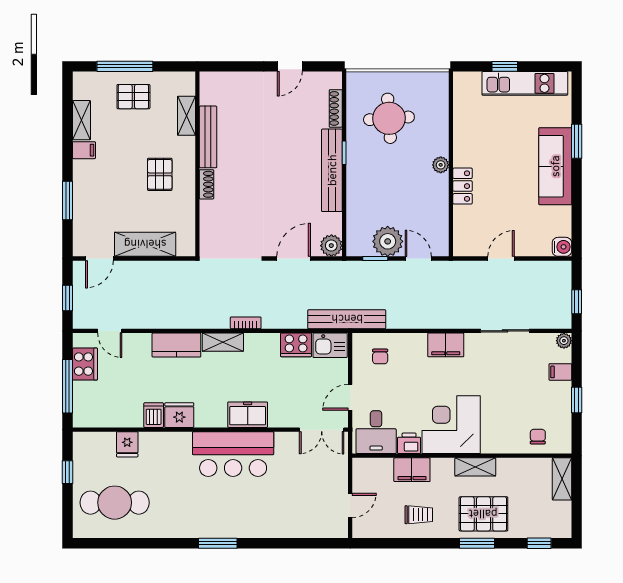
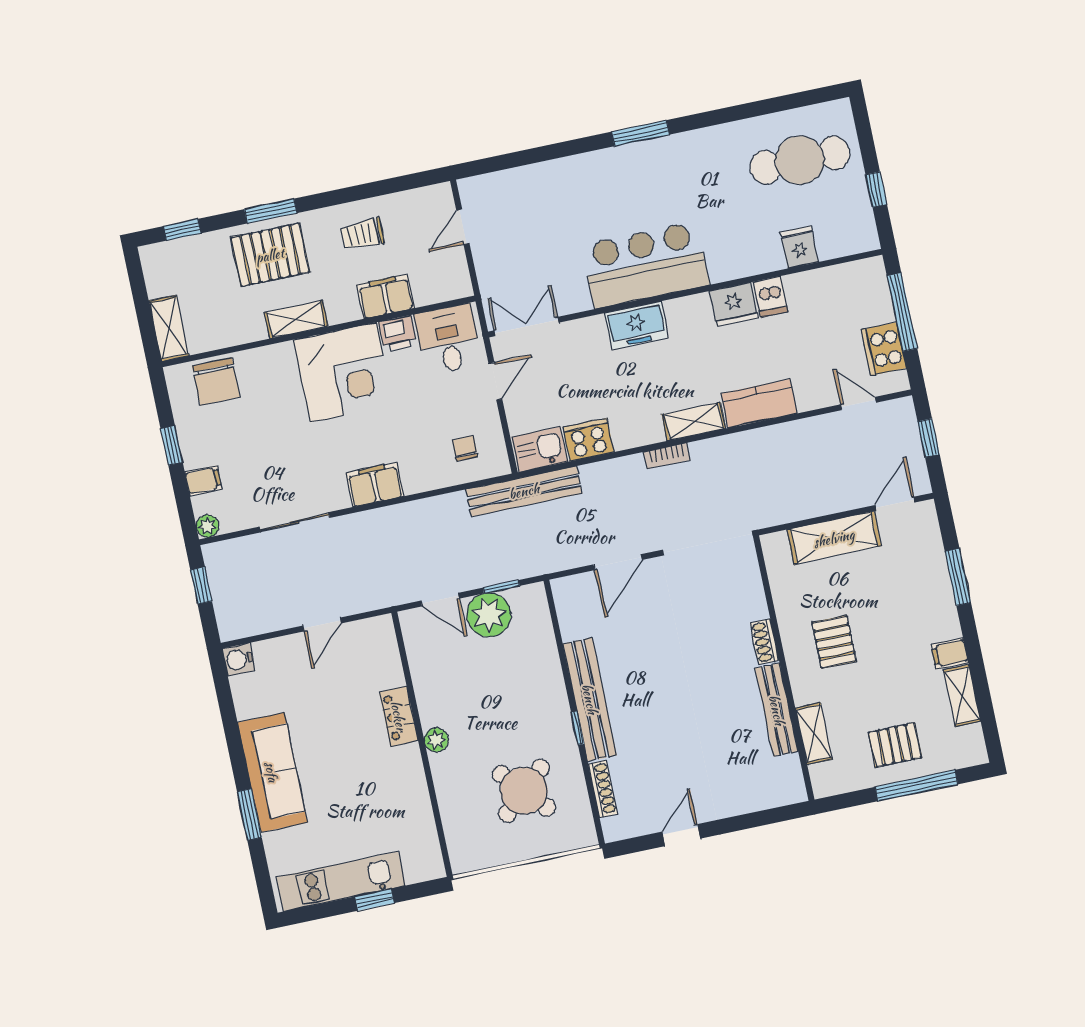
round table: (389, 118) -> (524, 791), turned -38
plant: (331, 246) -> (568, 592), removed
chair: (538, 437) -> (216, 382), width x1.87, depth x1.87

